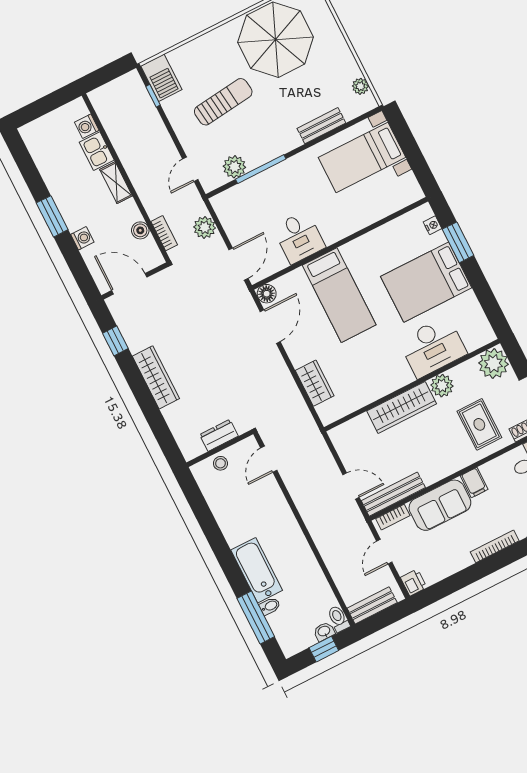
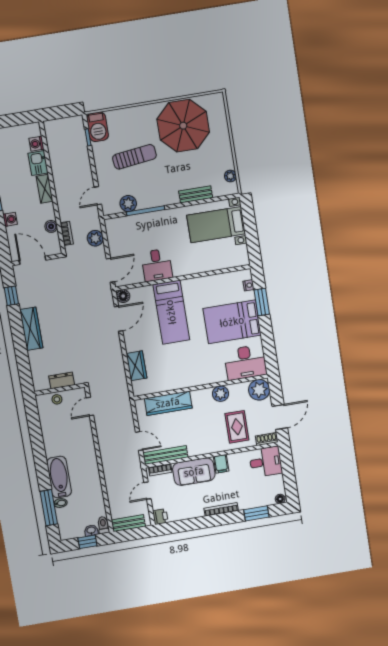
desk: (433, 347) -> (245, 362), moved
wardrobe: (402, 407) -> (168, 403), moved

